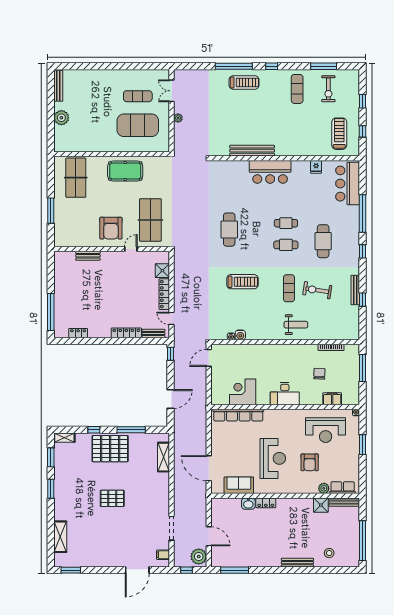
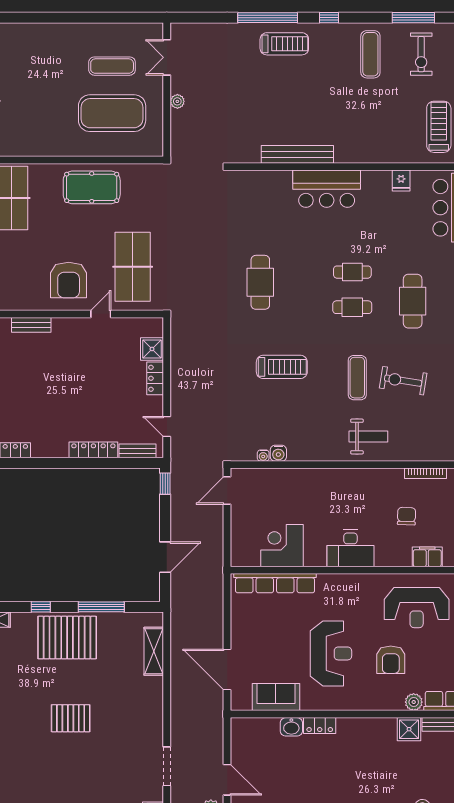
locker: (164, 294) -> (155, 378), width x0.66

